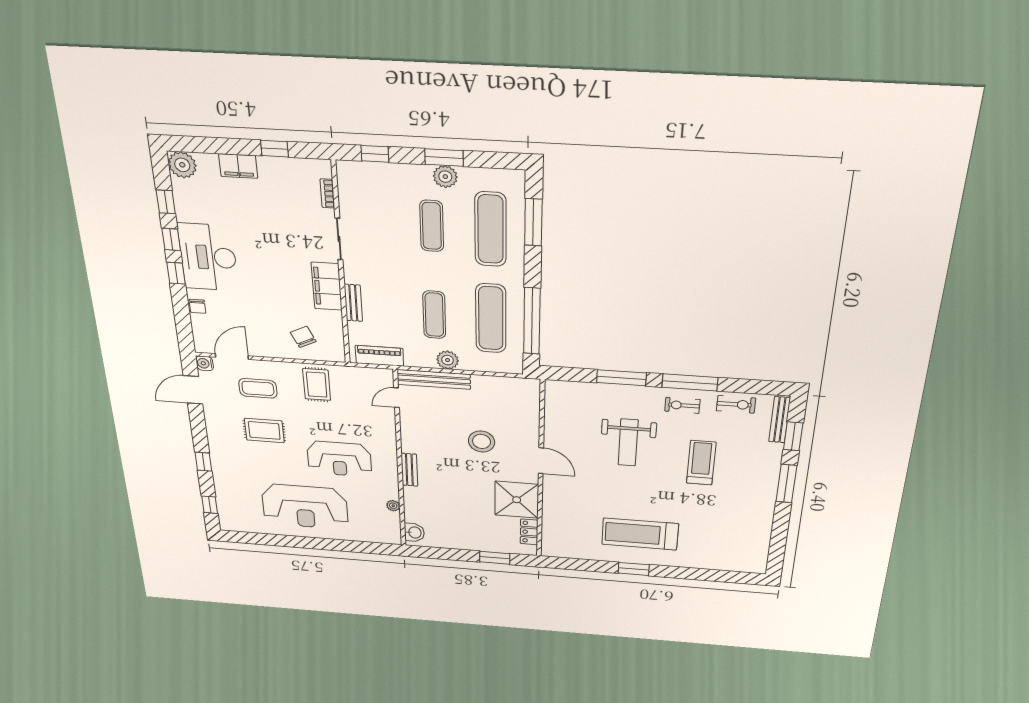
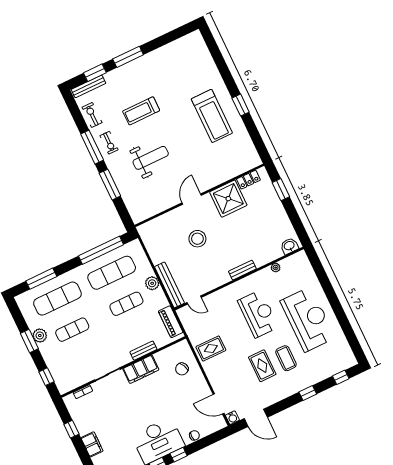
coffee table: (258, 388) -> (286, 358), moved

